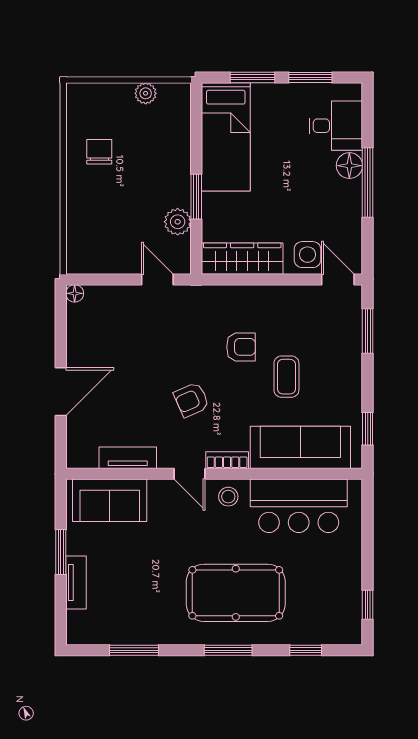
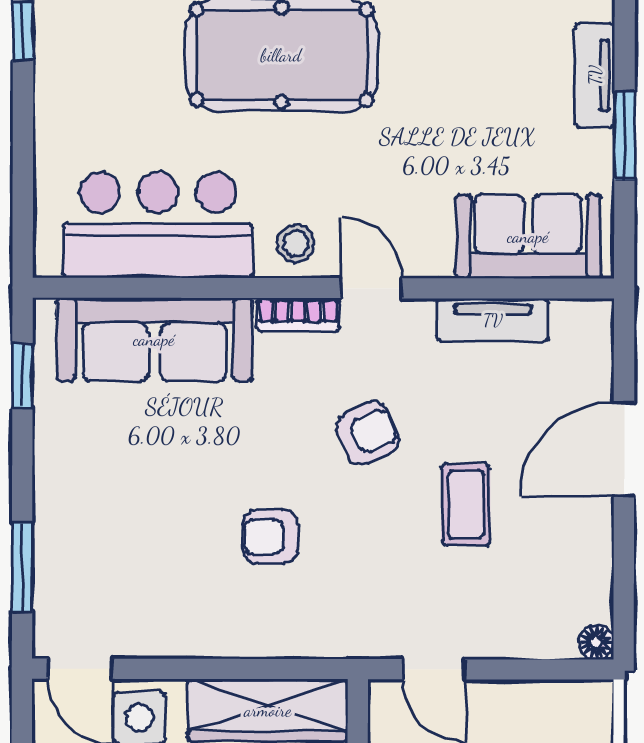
coffee table: (286, 377) -> (466, 505), moved

